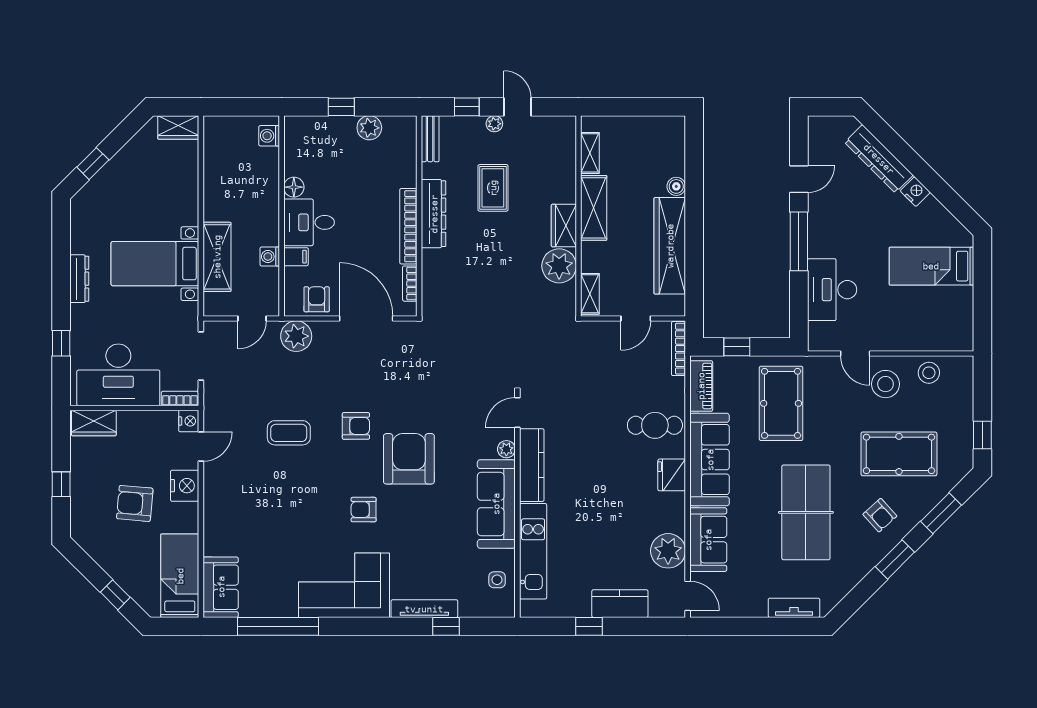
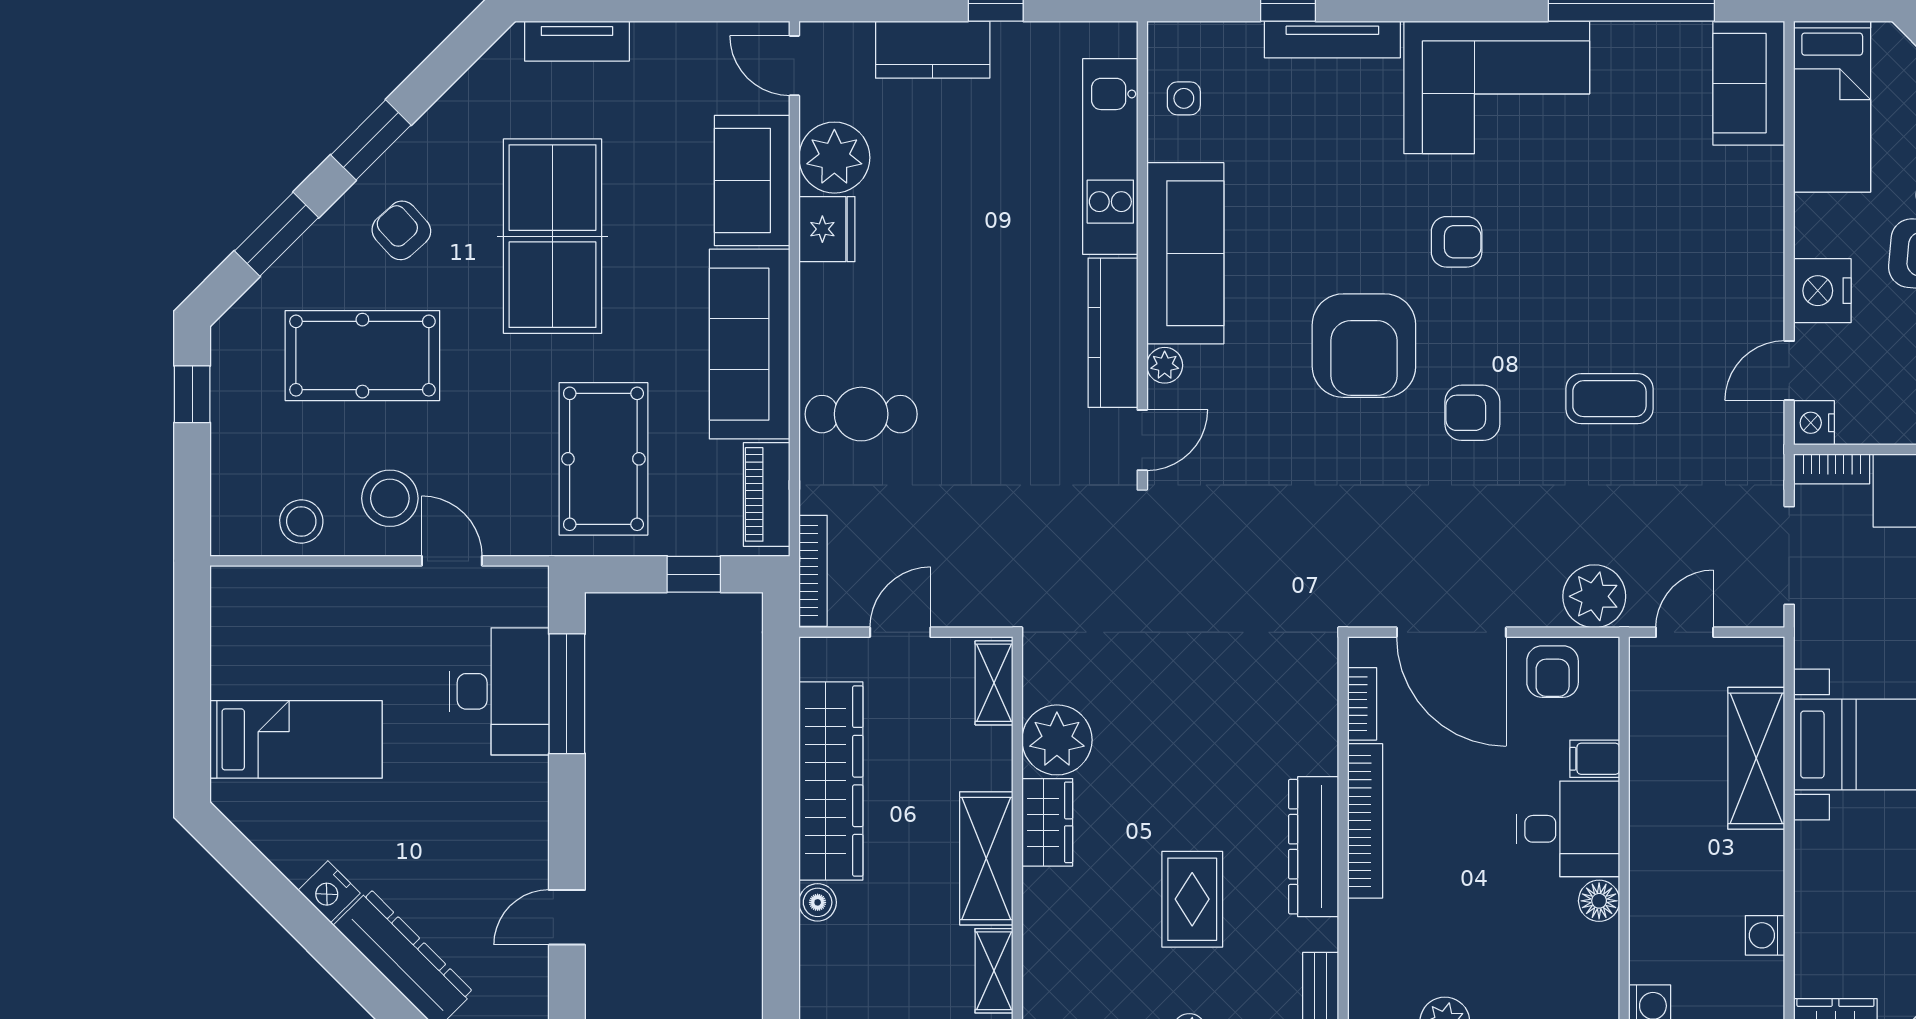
window: (799, 241) -> (567, 694), moved
washing machine: (270, 256) -> (1765, 935), moved, turned 180
fridge: (672, 475) -> (827, 229), moved

